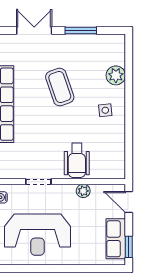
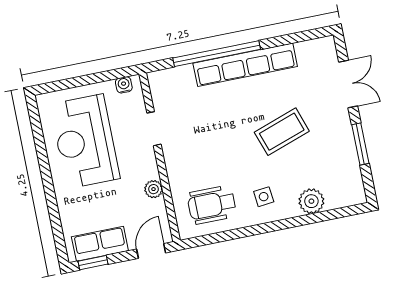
wheelchair: (77, 160) -> (212, 205), moved

